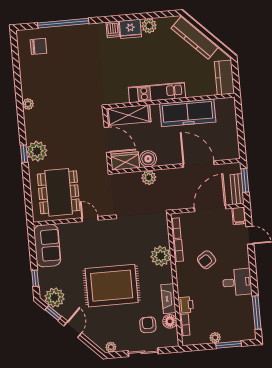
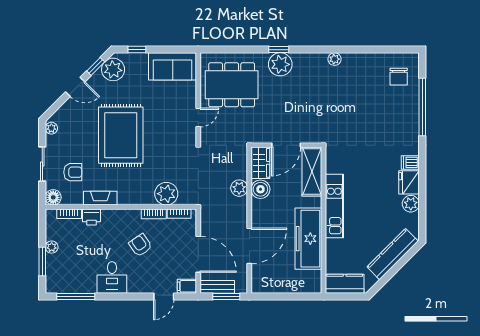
plant: (161, 256) -> (166, 194), moved
floor lamp: (170, 321) -> (53, 197), moved

